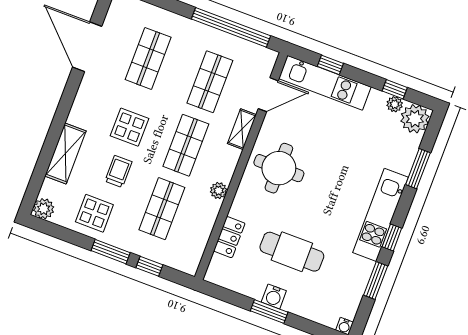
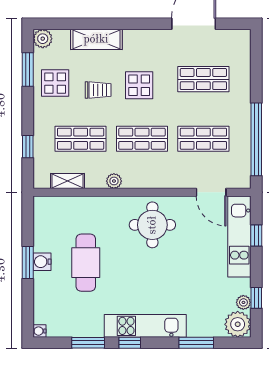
shelving: (242, 129) -> (68, 181), moved
locker: (229, 237) -> (78, 205), removed
window: (111, 252) -> (28, 69), moved

